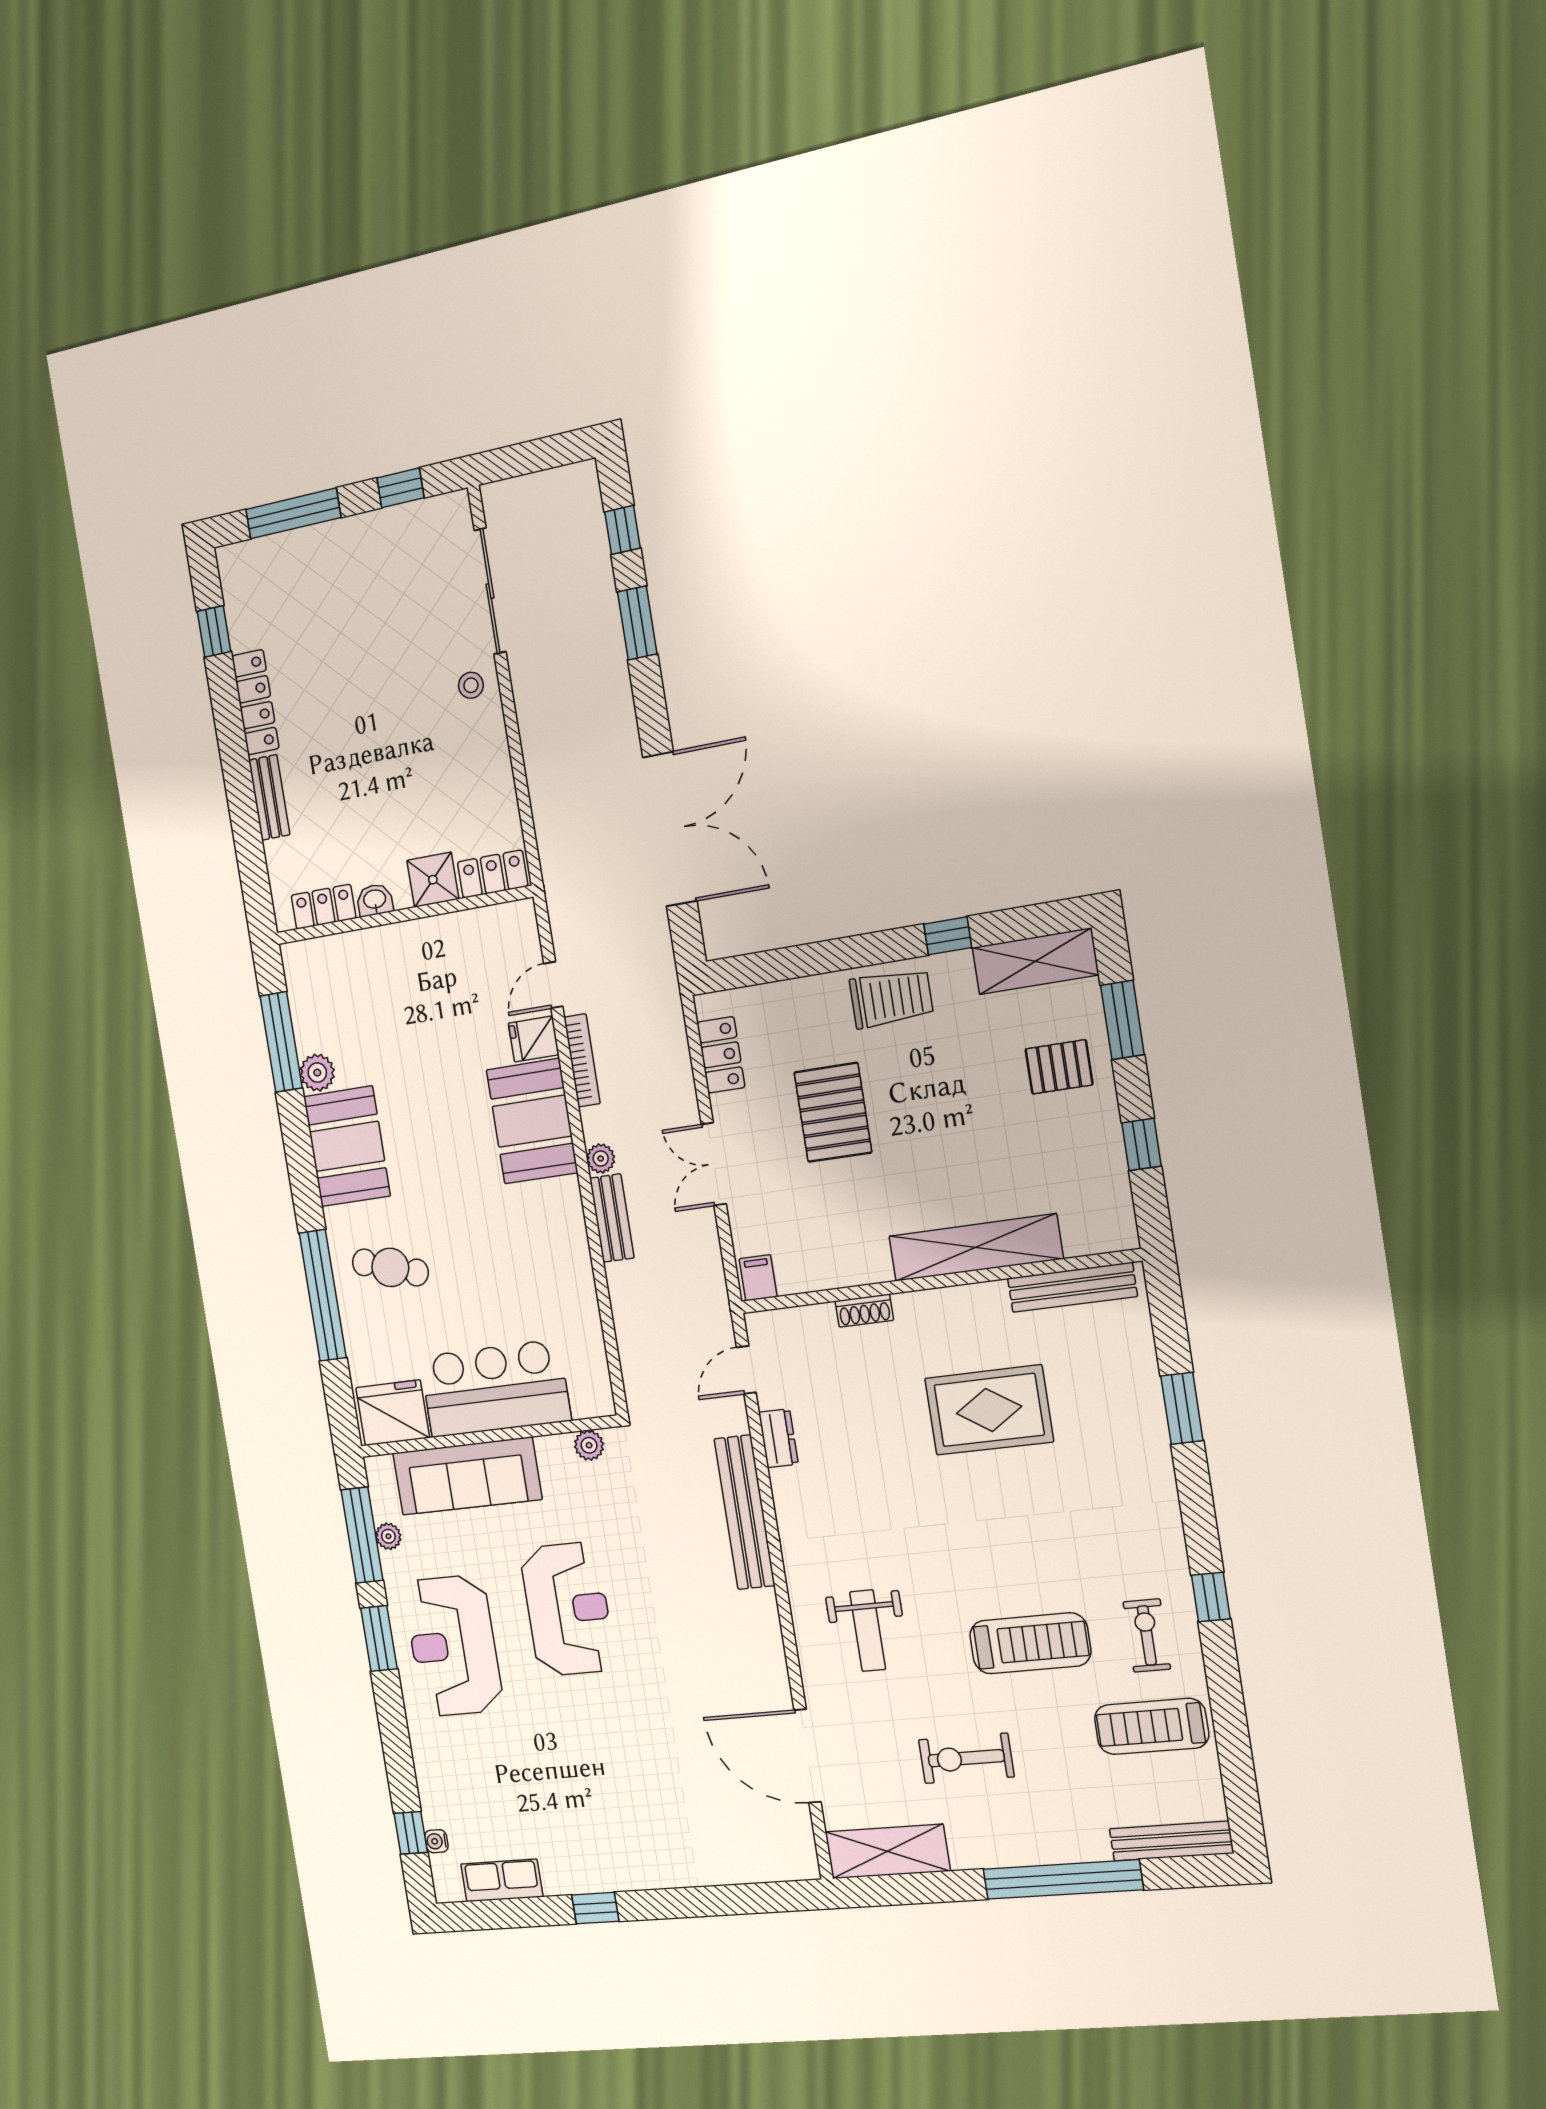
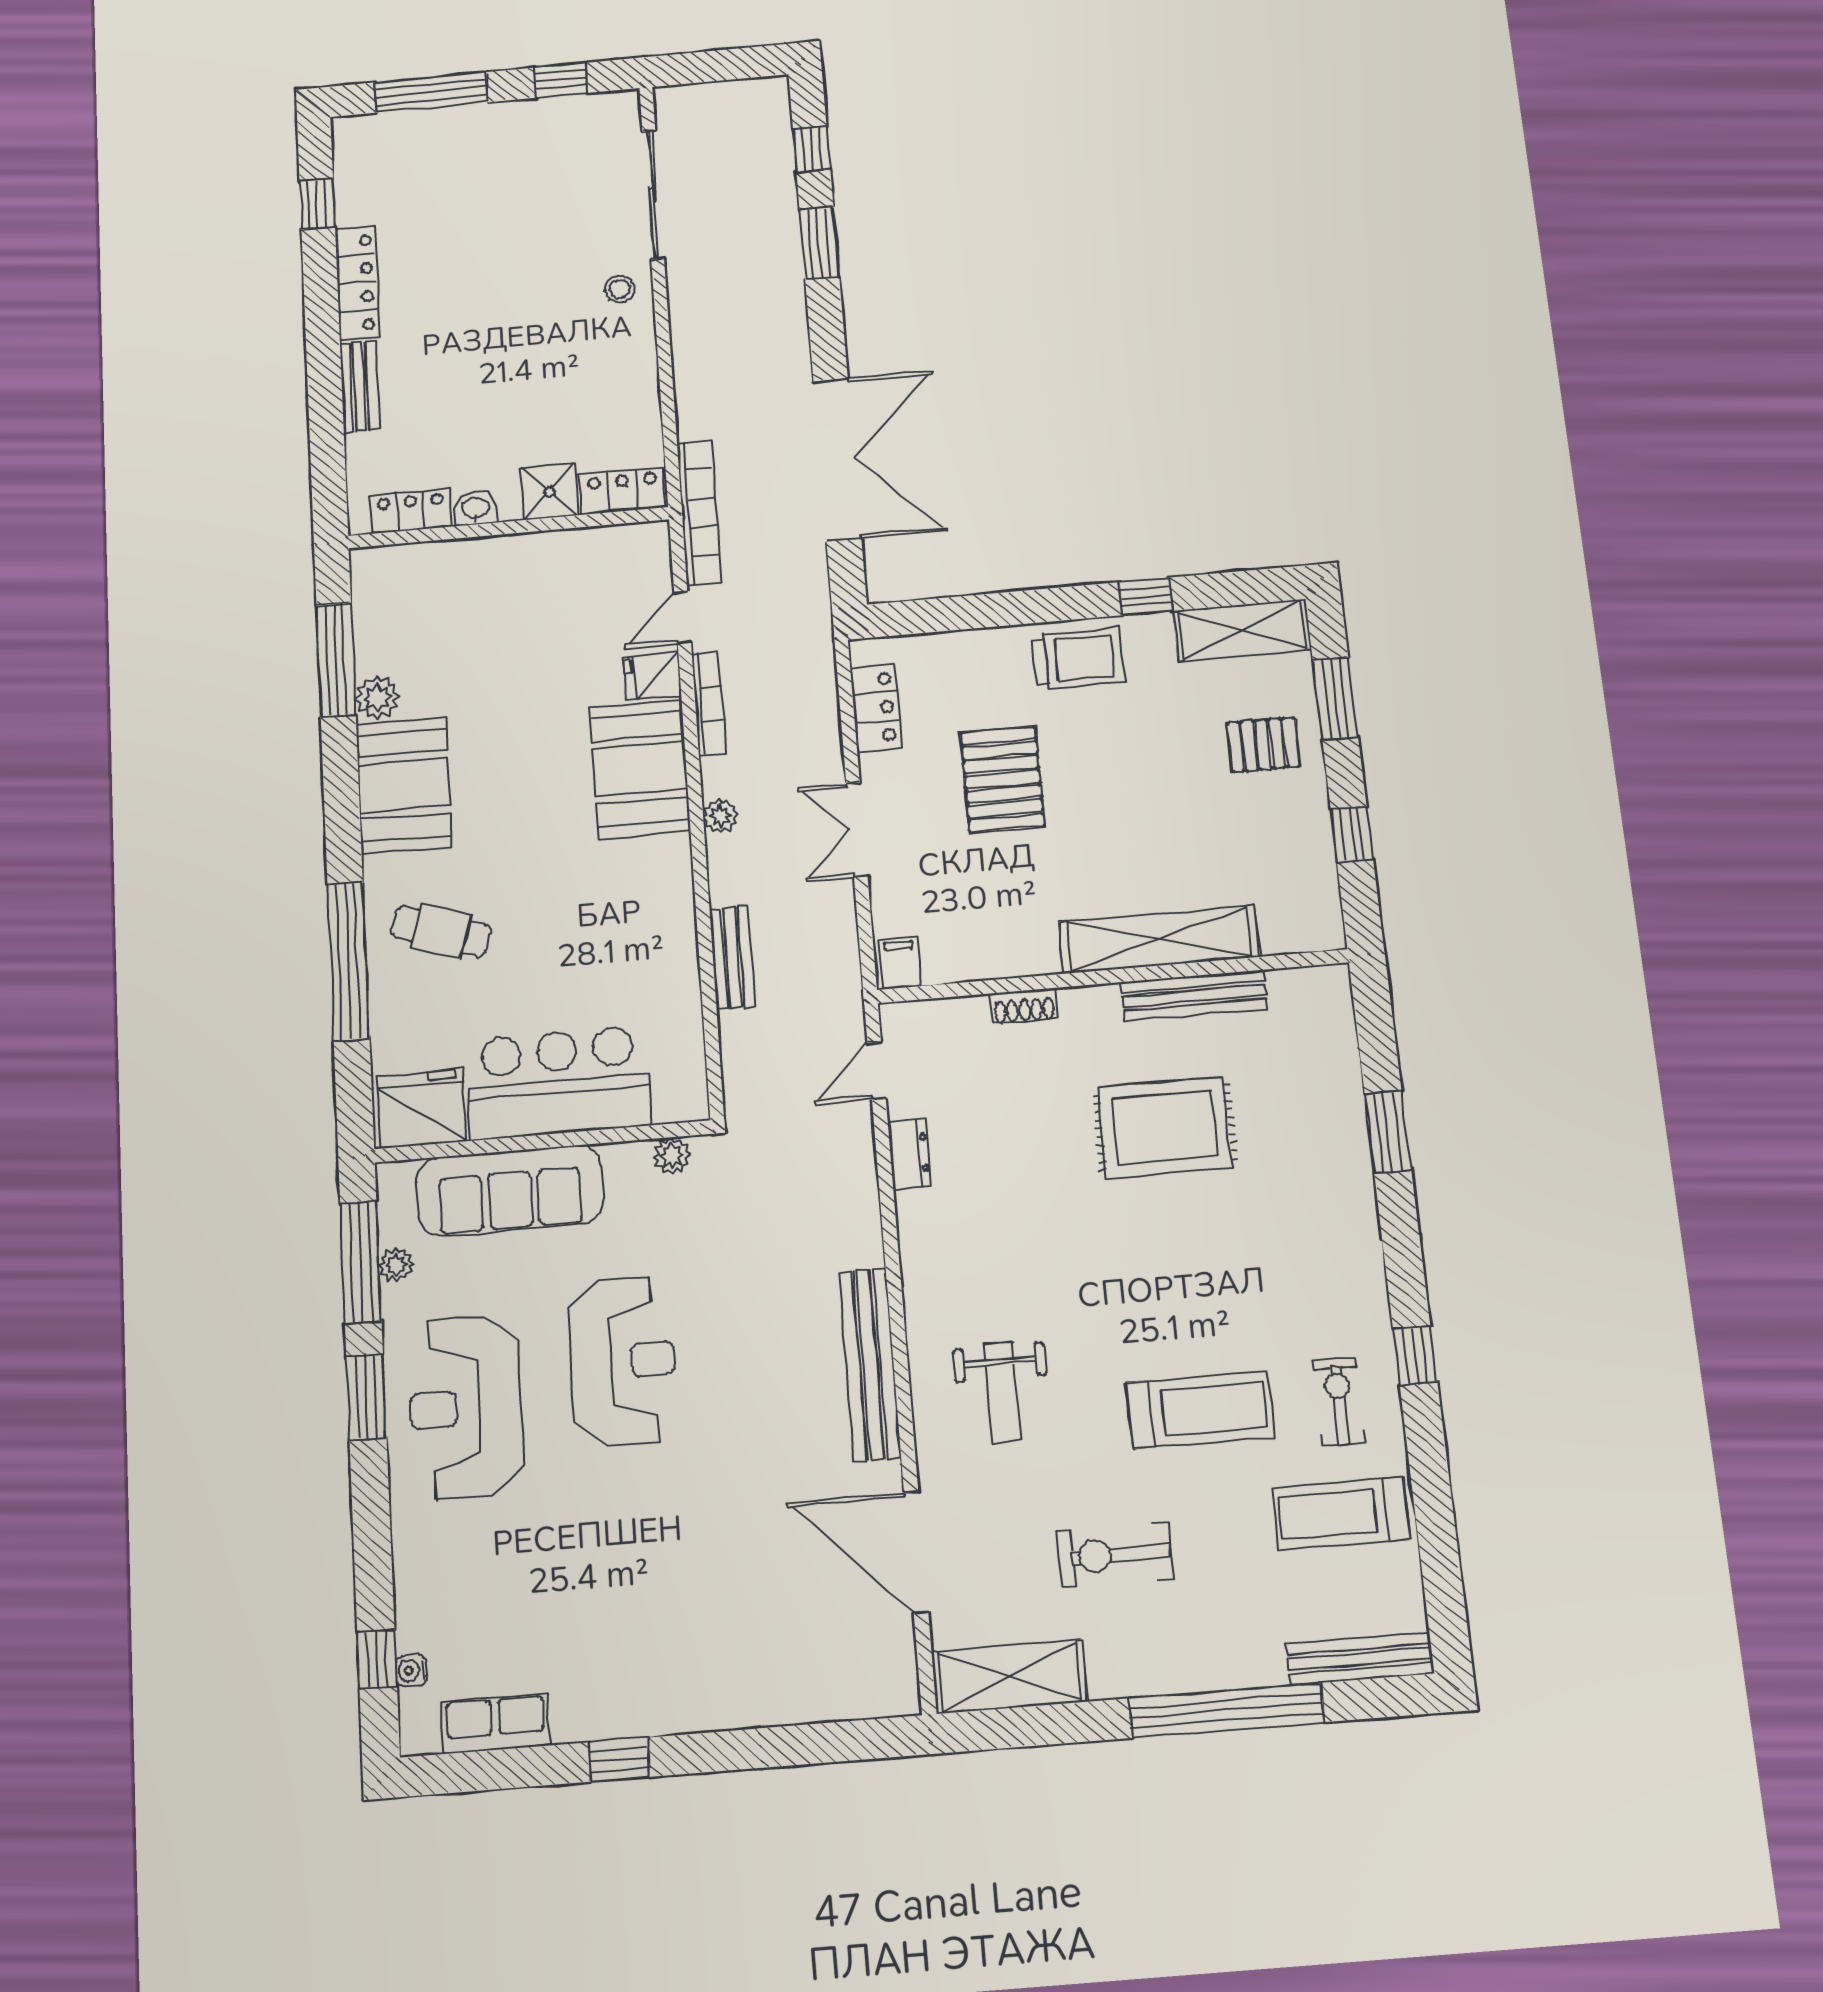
bookcase: (558, 889) -> (699, 513), added
bench: (612, 1218) -> (732, 958), moved
bench: (1072, 1287) -> (1194, 996), moved
bench: (745, 1512) -> (870, 1365), moved

